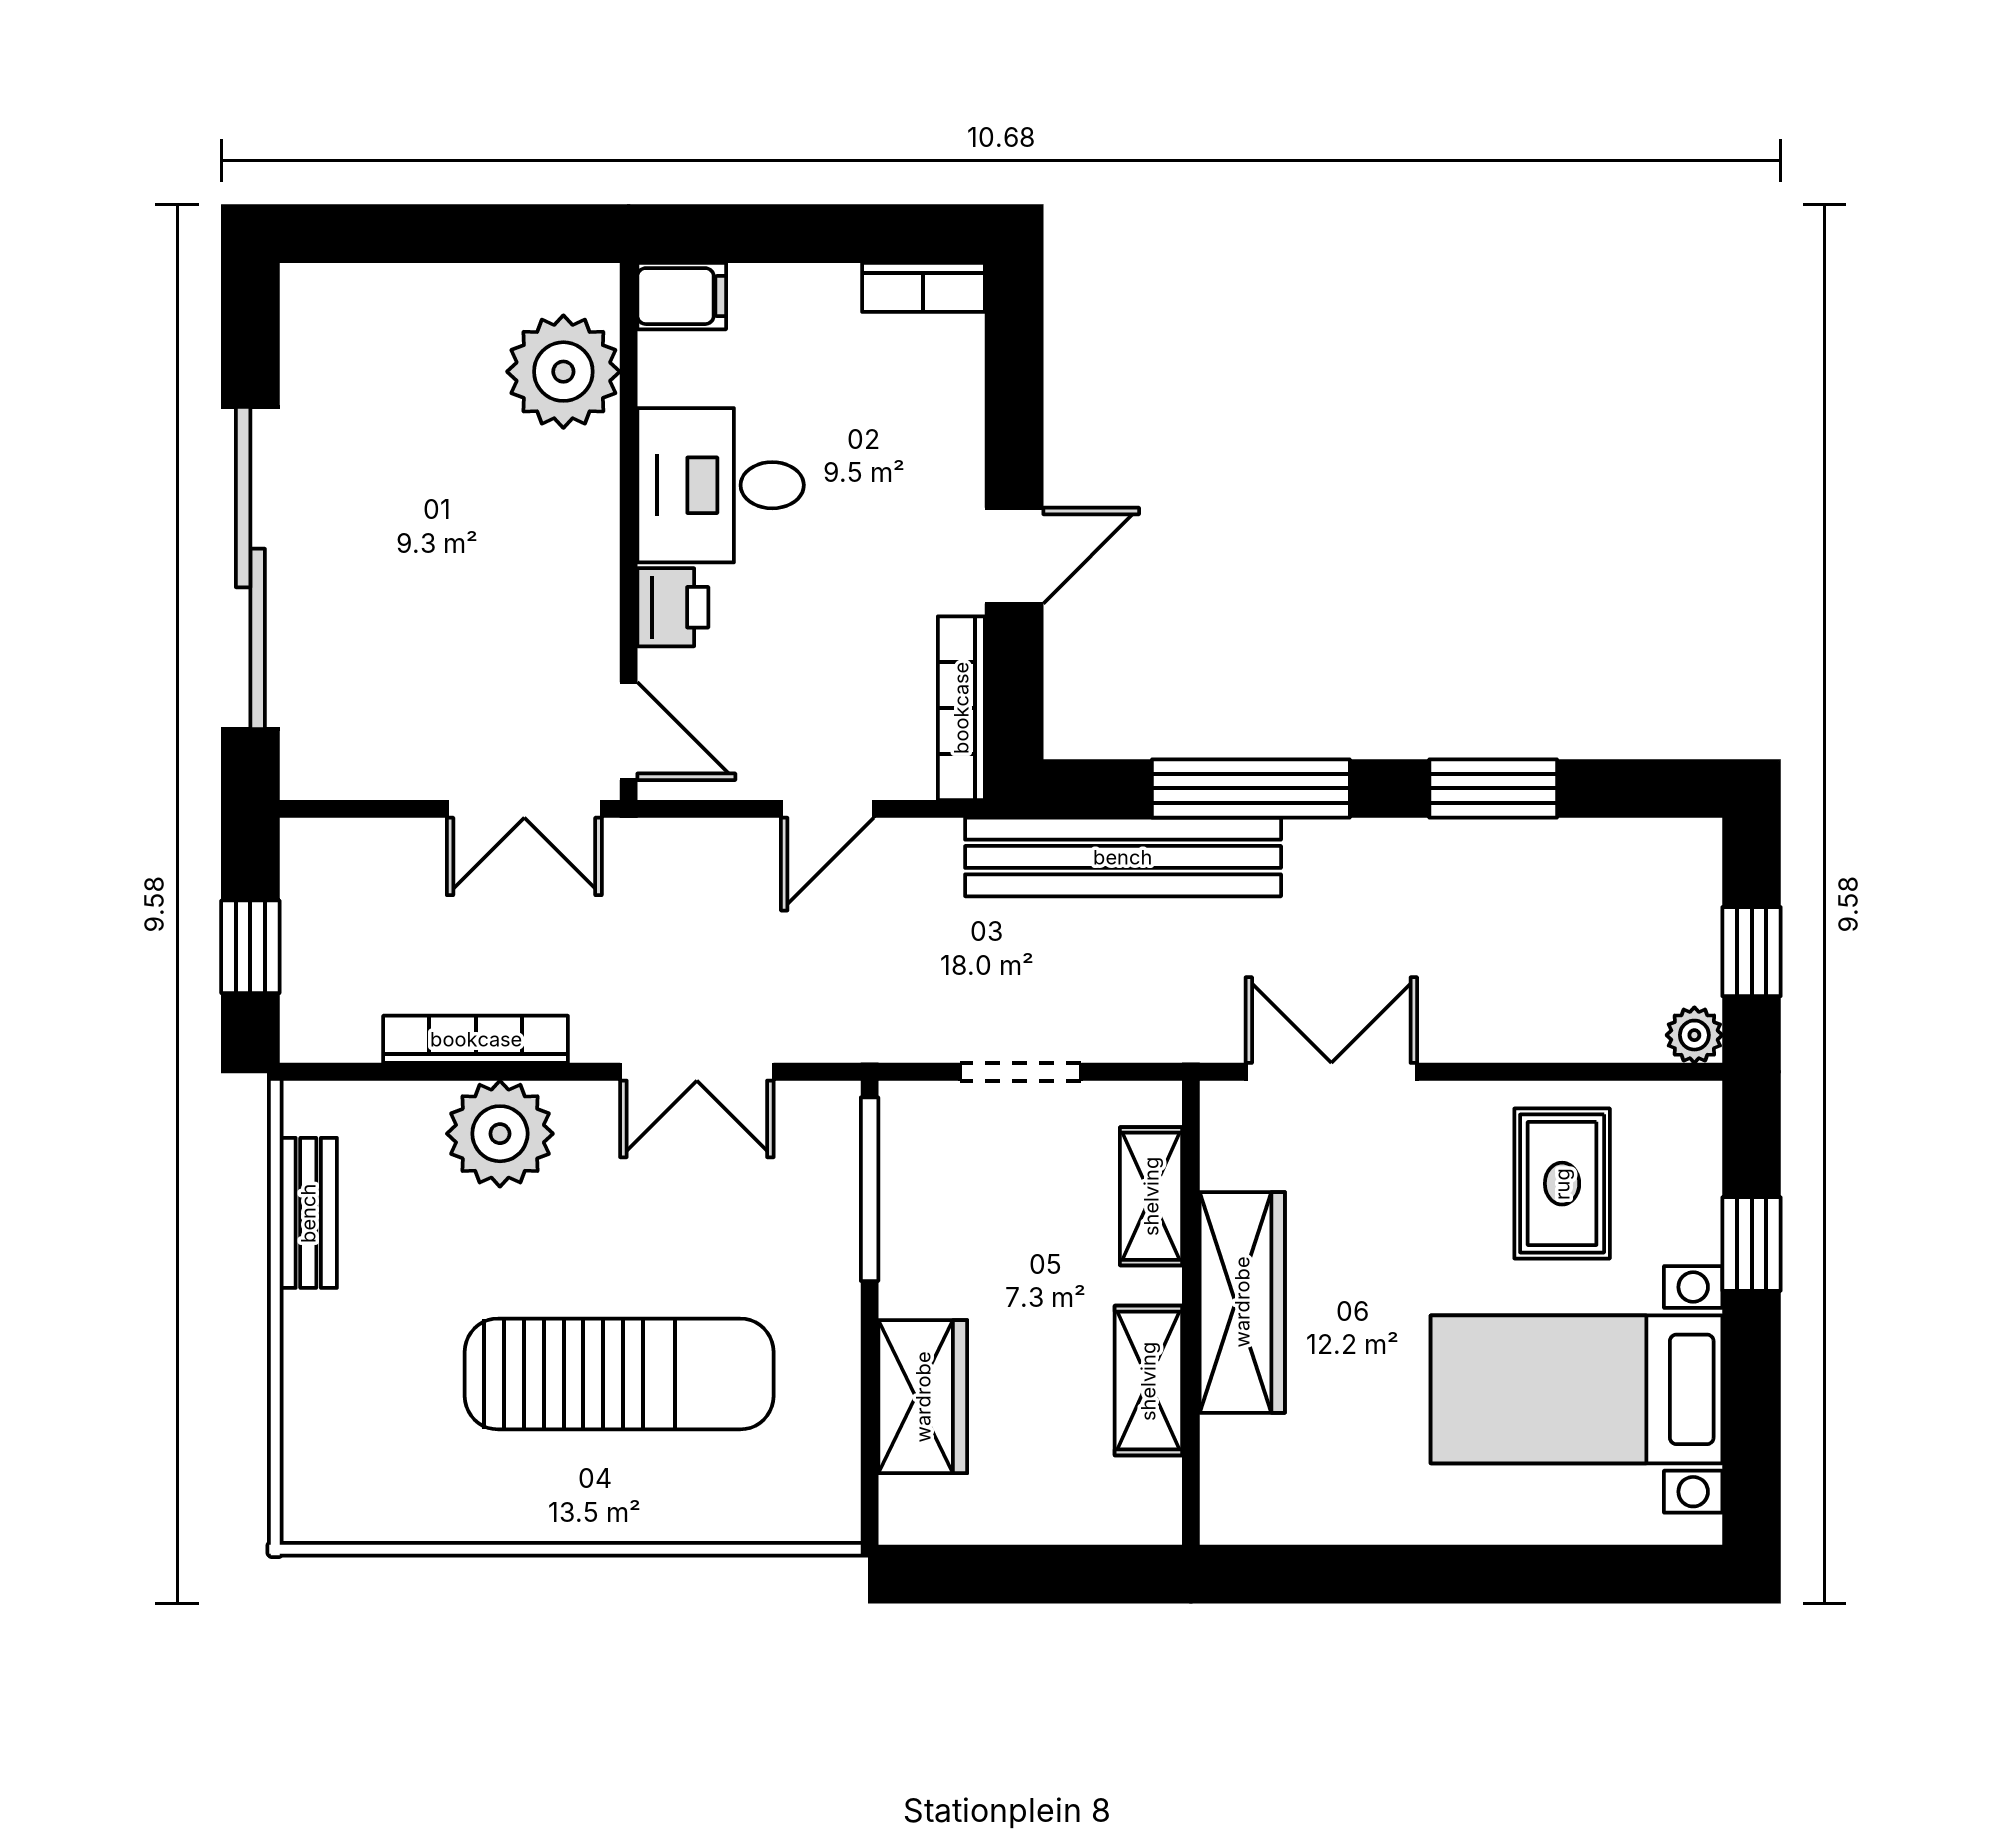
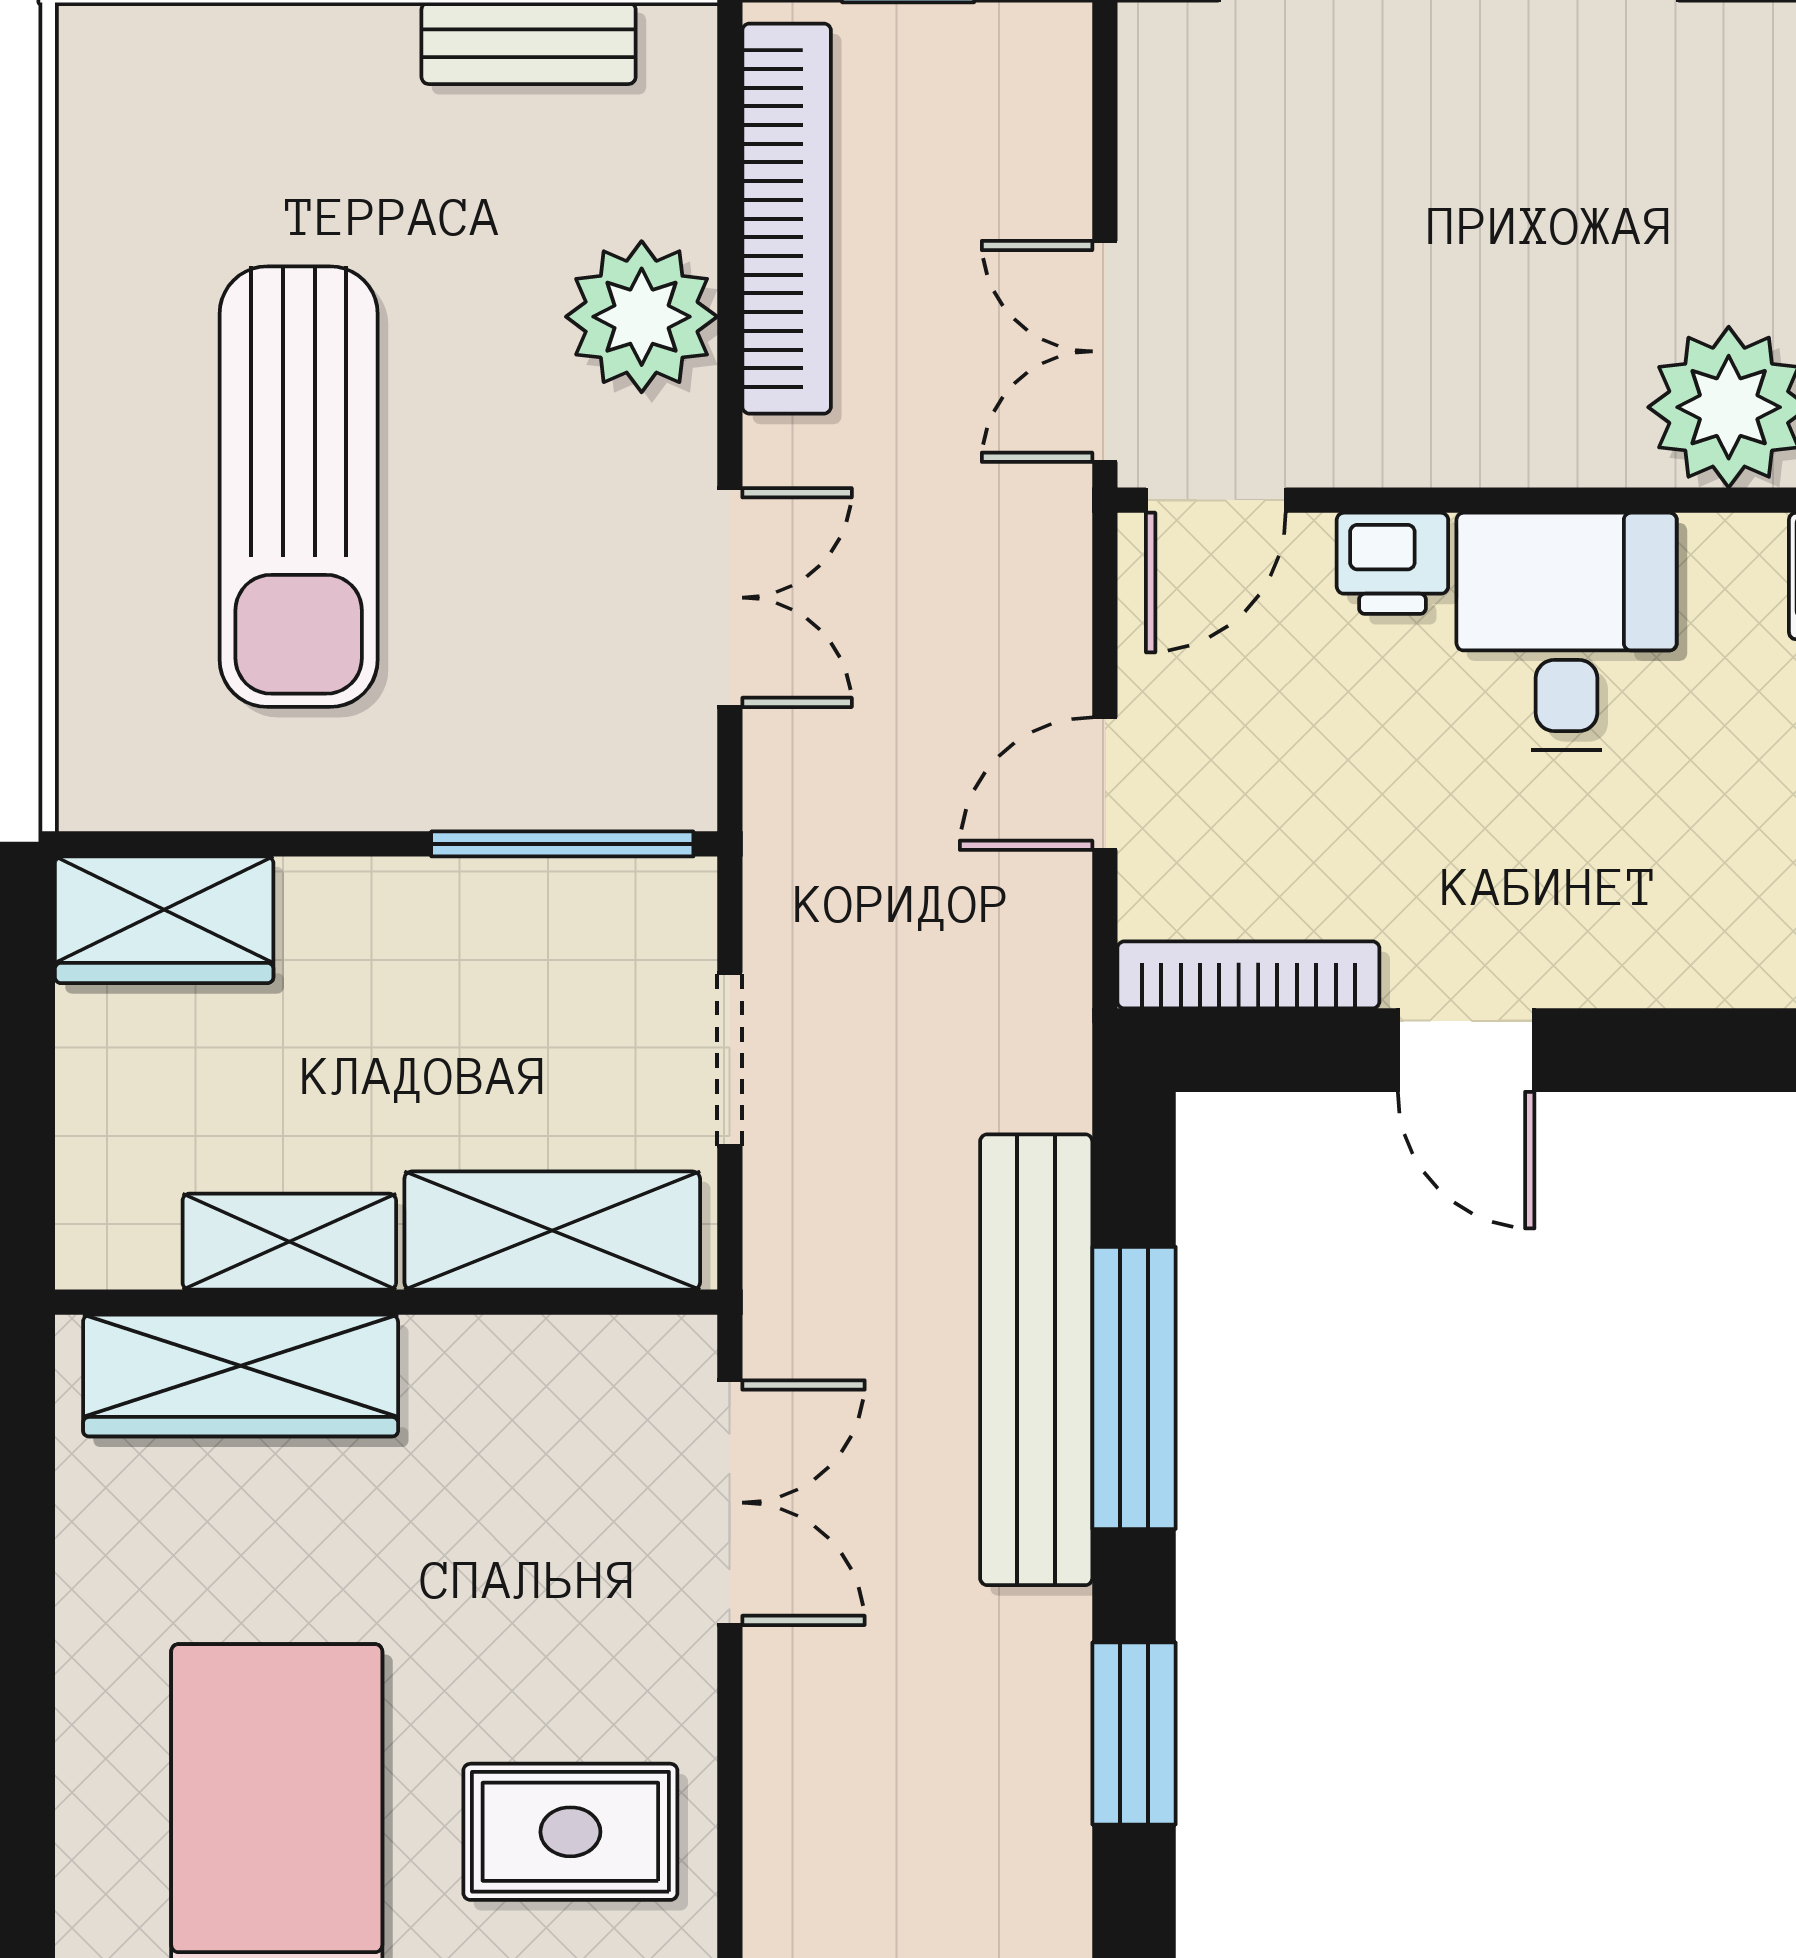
door: (827, 809) -> (1105, 784), hinge flipped
bench: (1123, 857) -> (1036, 1360), moved
bookcase: (476, 1039) -> (787, 219), width x1.48, depth x1.31
double door: (697, 1072) -> (730, 598), swing flipped
shelving: (1151, 1196) -> (552, 1231), width x1.50, depth x1.33
wardrobe: (1242, 1302) -> (241, 1376), moved
wardrobe: (923, 1397) -> (164, 920), moved

